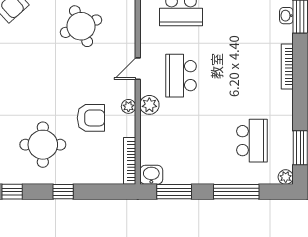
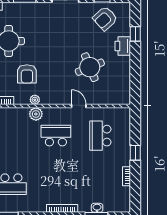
door: (138, 69) -> (79, 106), moved

